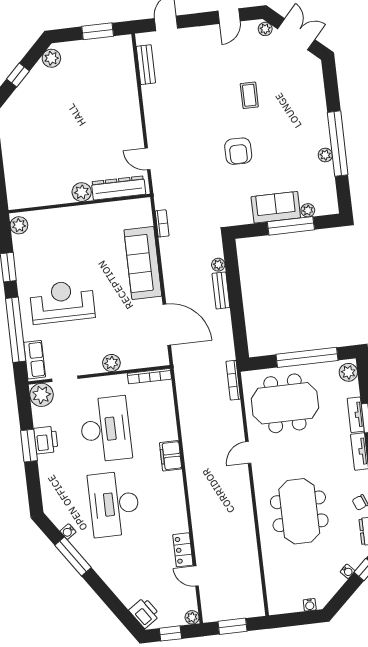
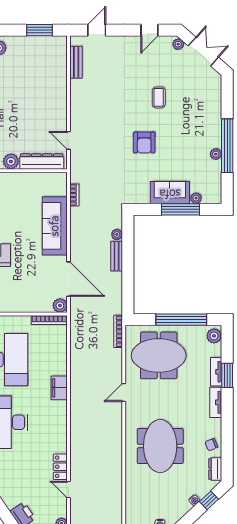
plant: (111, 363) -> (60, 305), moved

